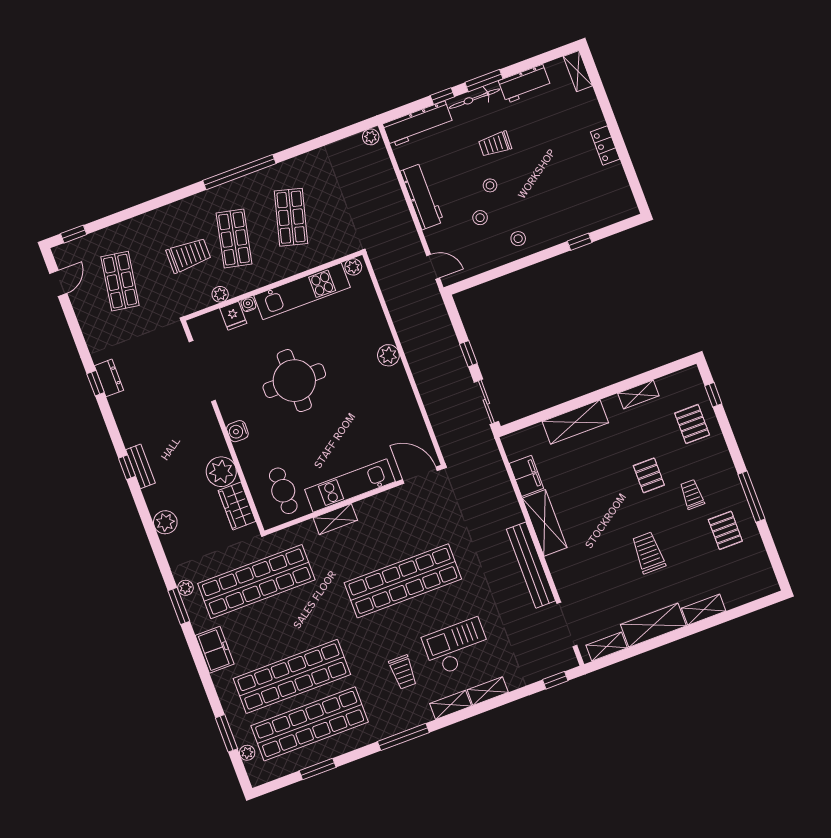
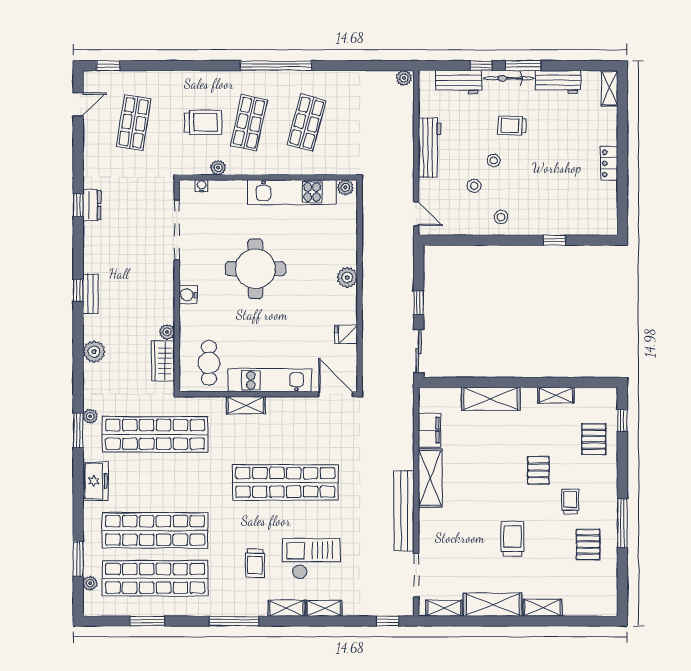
workbench: (418, 124) -> (459, 82), width x0.73
water cooler: (248, 304) -> (202, 186), moved
fridge: (233, 316) -> (346, 334), moved, turned 90
plant: (221, 472) -> (167, 332), width x0.53, depth x0.53

